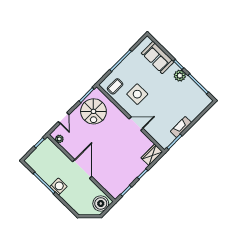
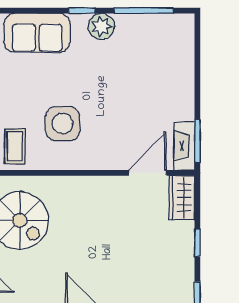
door: (136, 124) -> (147, 173), moved
fireplace: (181, 127) -> (184, 146), moved

